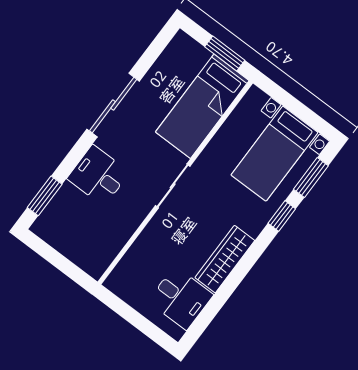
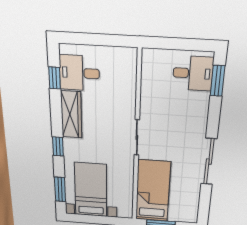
desk: (98, 175) -> (193, 73), moved
window: (282, 216) -> (58, 146), moved
window: (211, 310) -> (55, 78), added

